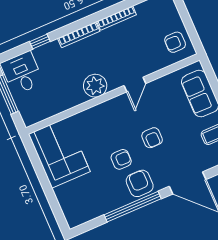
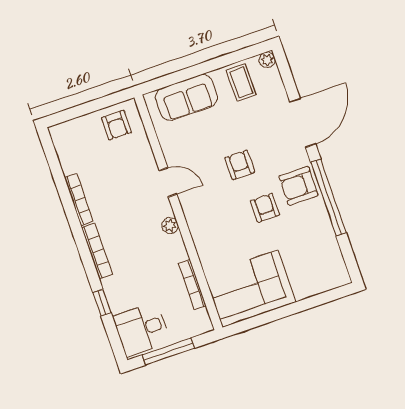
plant: (95, 86) -> (170, 225), width x0.53, depth x0.53
bookcase: (59, 109) -> (192, 285), added
armchair: (152, 138) -> (240, 165), turned -90

